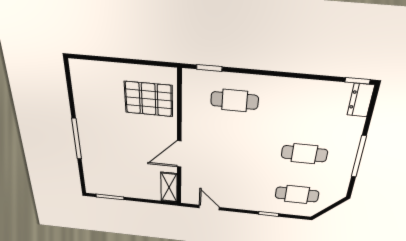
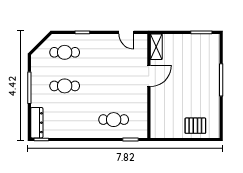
pallet: (149, 99) -> (195, 126), moved, width x0.67, depth x0.71
dresser: (361, 100) -> (37, 123), width x1.44

